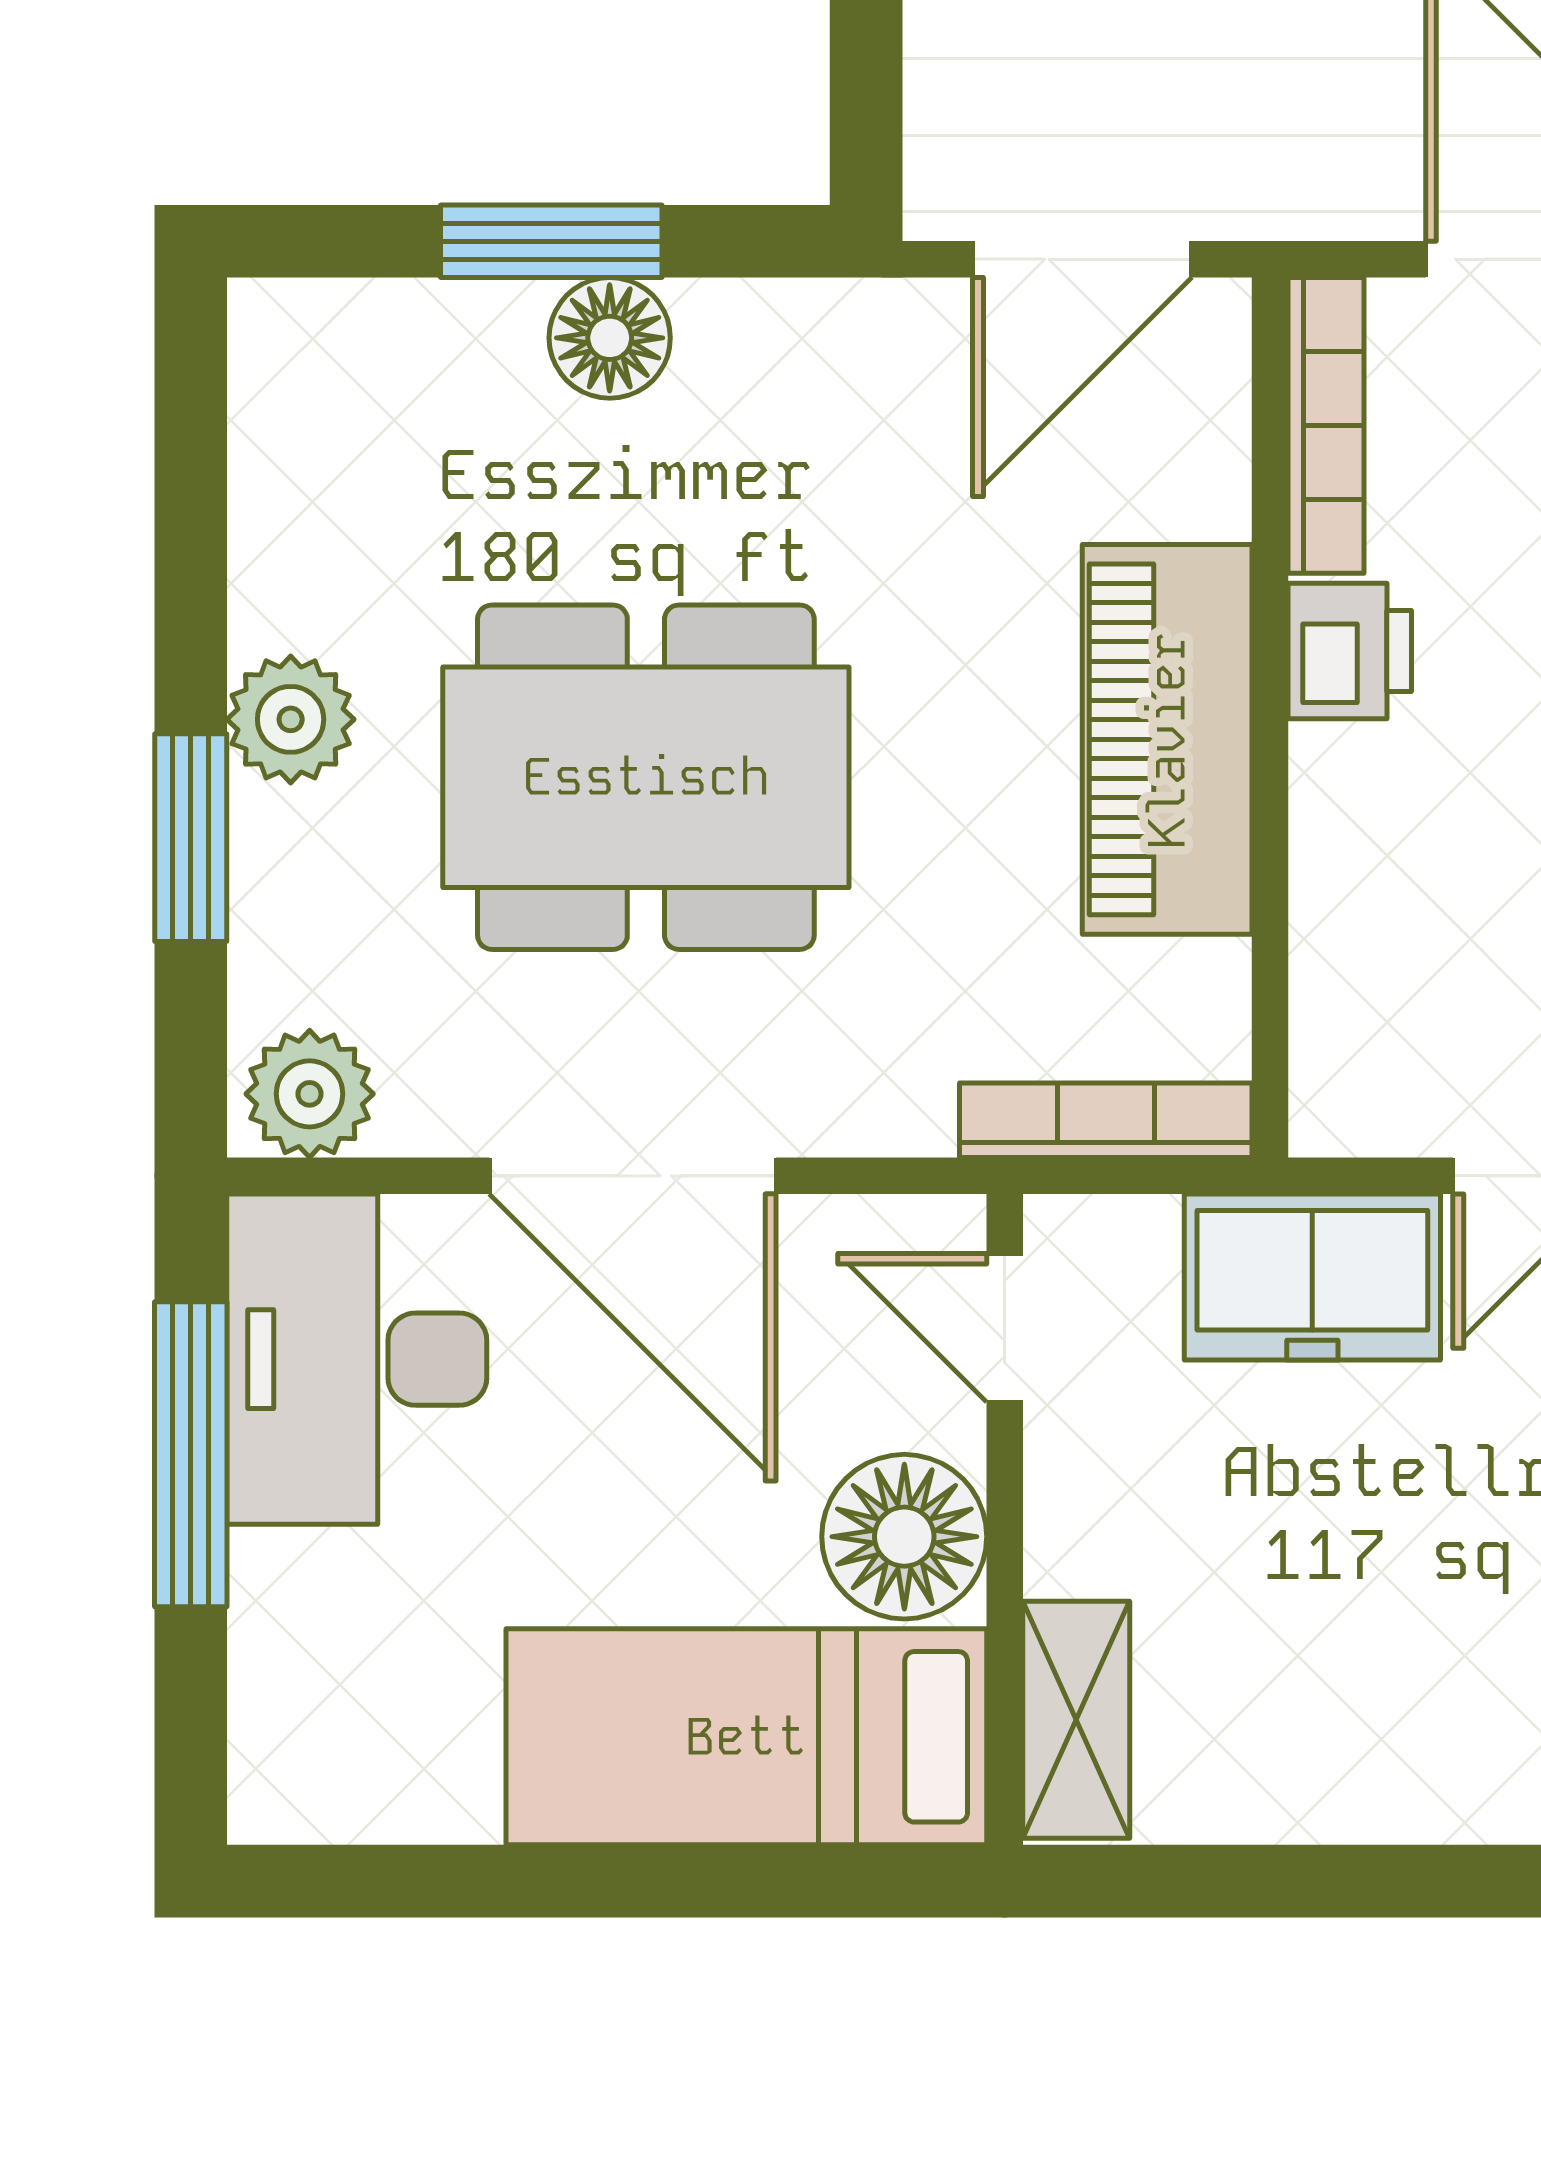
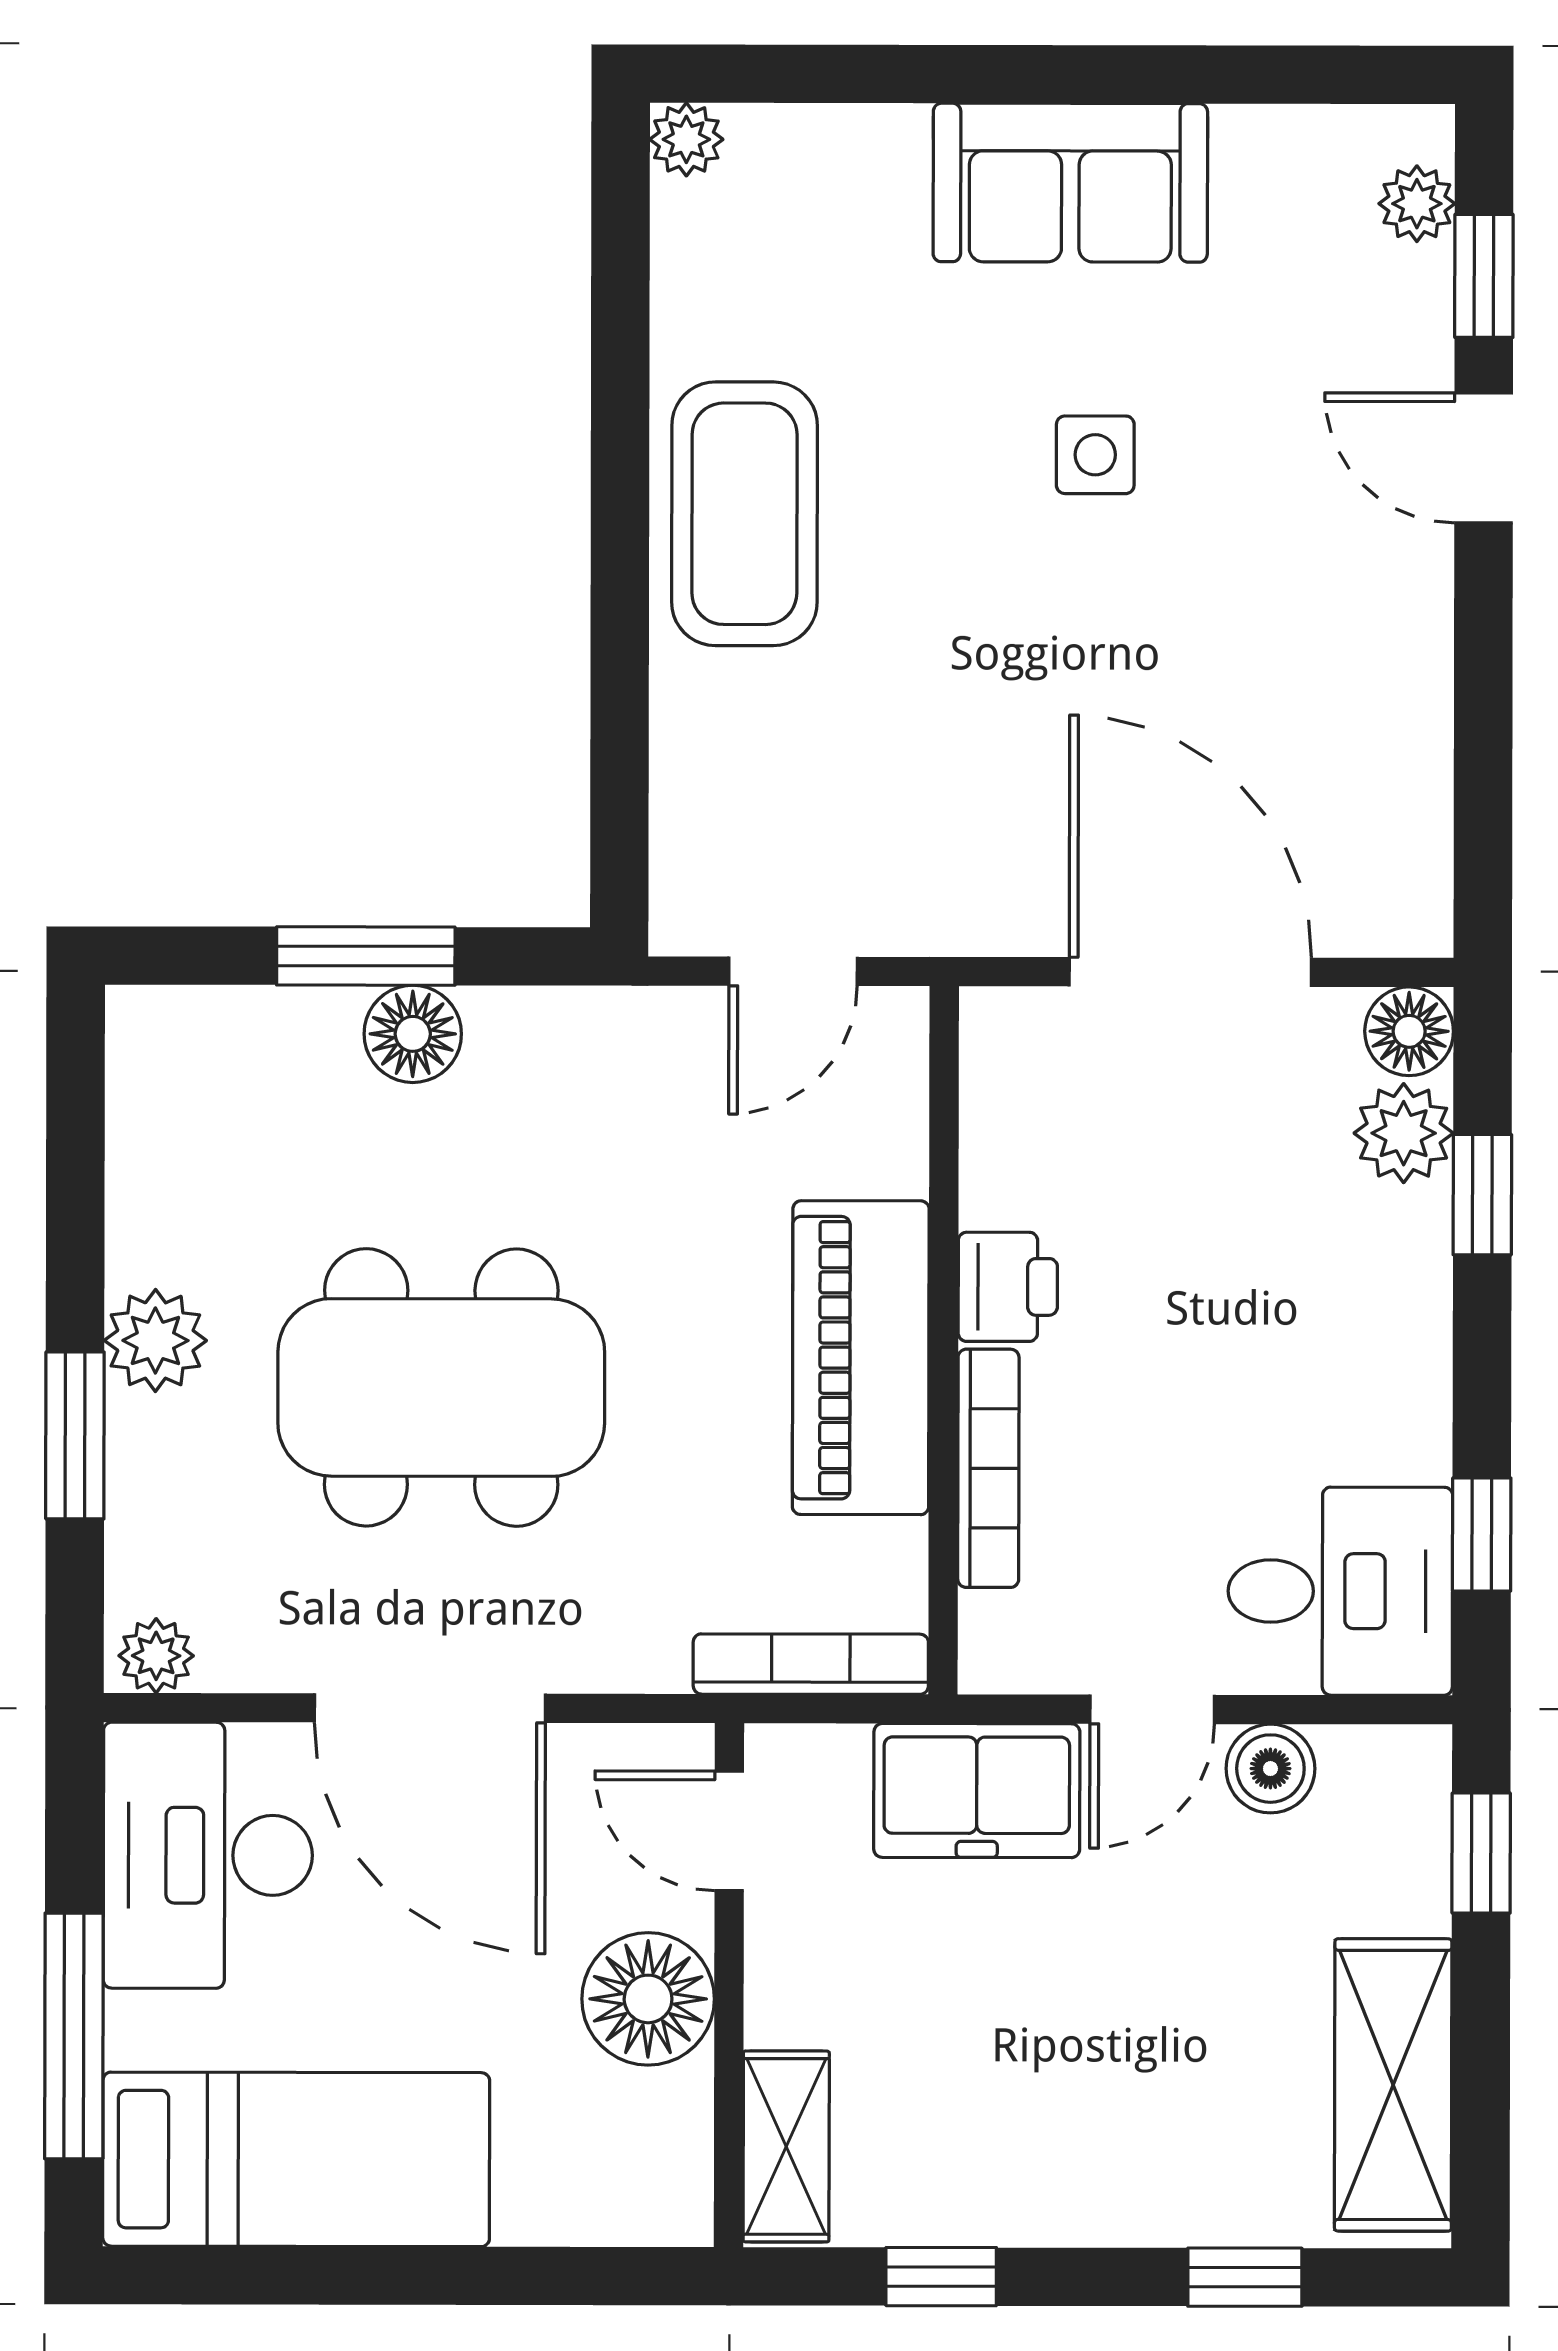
door: (1082, 259) -> (793, 971), width x0.73
bookcase: (1326, 425) -> (988, 1468), moved
plant: (310, 1094) -> (156, 1656), width x0.73, depth x0.73
window: (191, 1454) -> (74, 2036), moved
bed: (746, 1737) -> (296, 2159), moved, turned 180
window: (1269, 1881) -> (941, 2277), added

